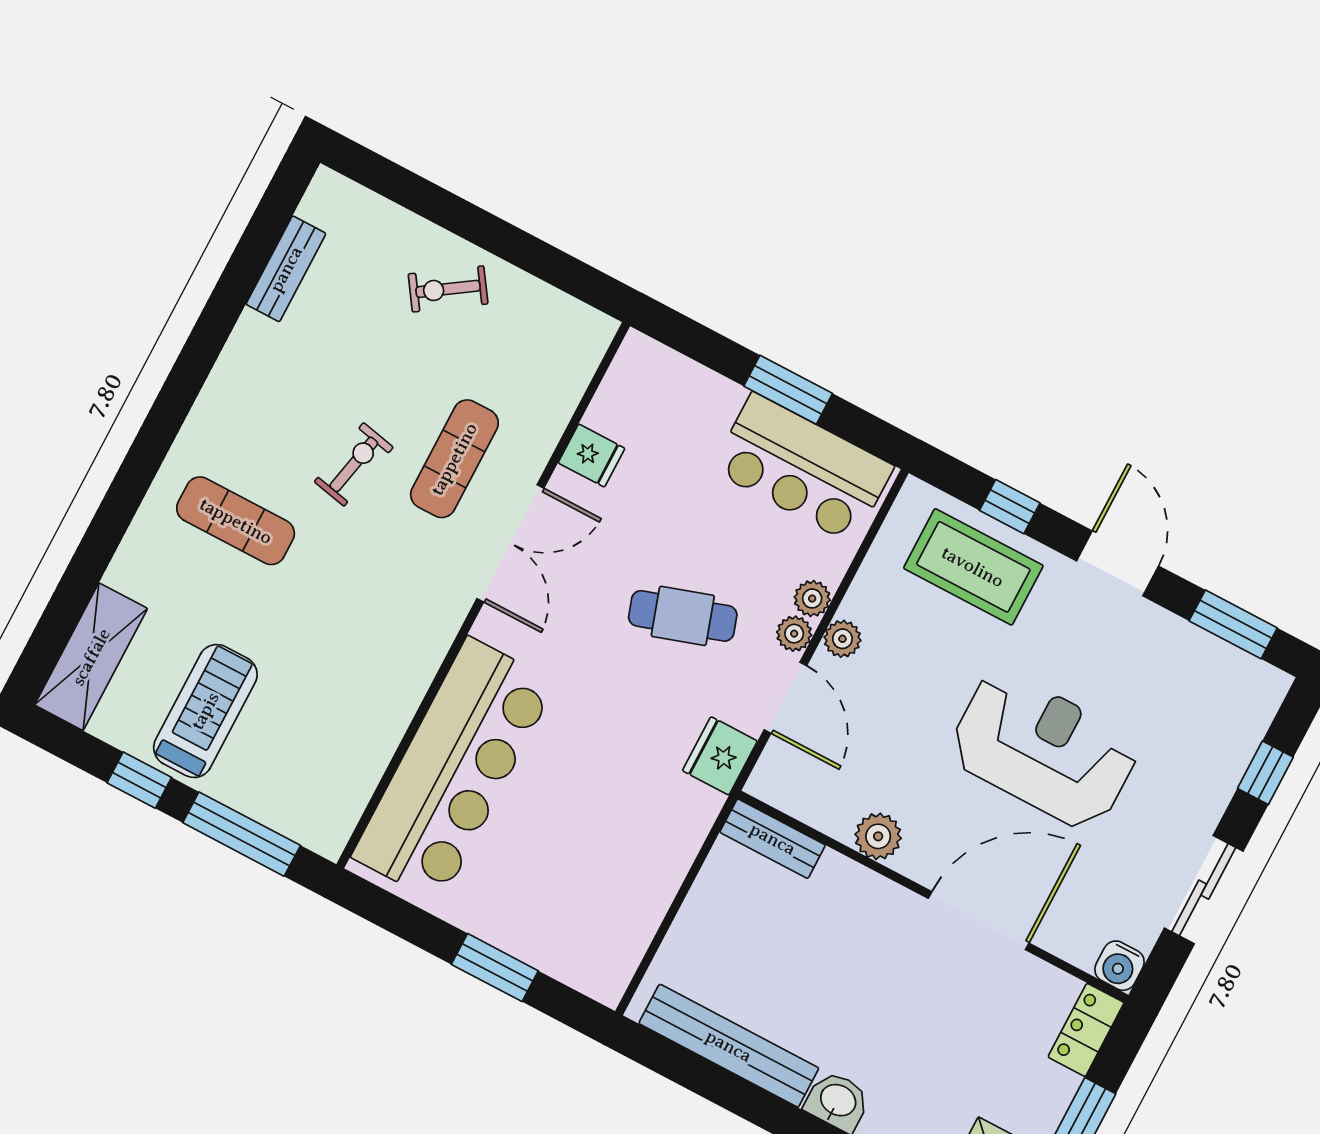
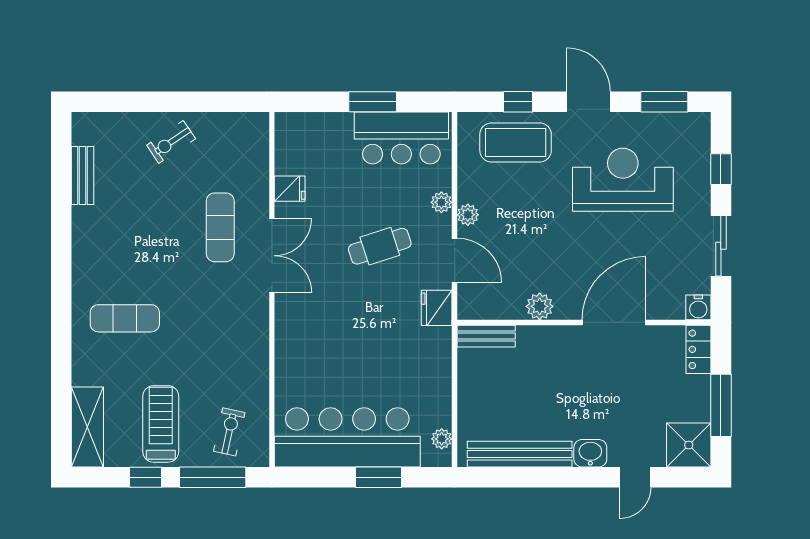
exercise bike: (354, 464) -> (229, 432), moved
plant: (794, 634) -> (442, 439), moved
reception desk: (1044, 750) -> (623, 180), moved
bar counter: (454, 770) -> (347, 437), moved, turned -90

